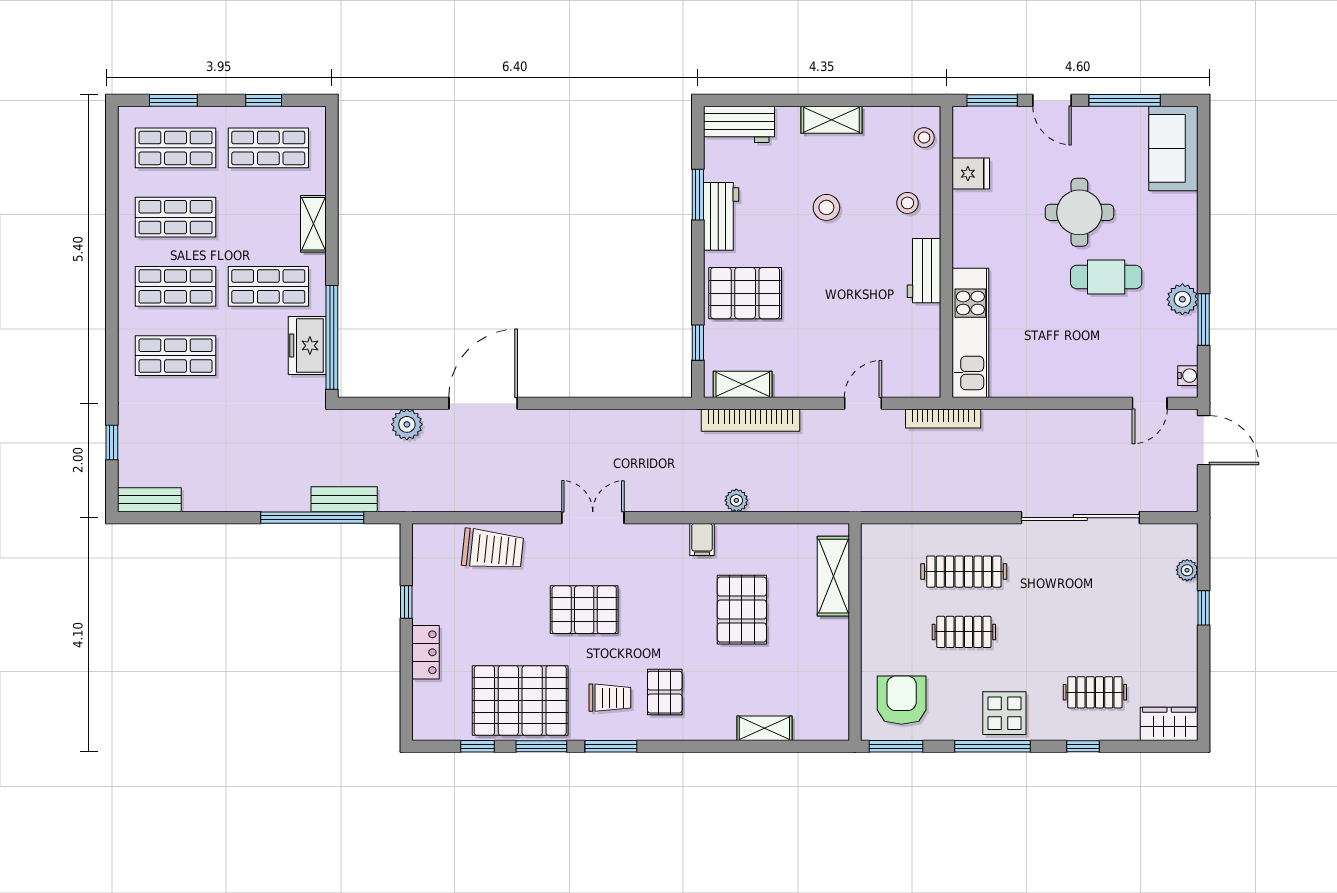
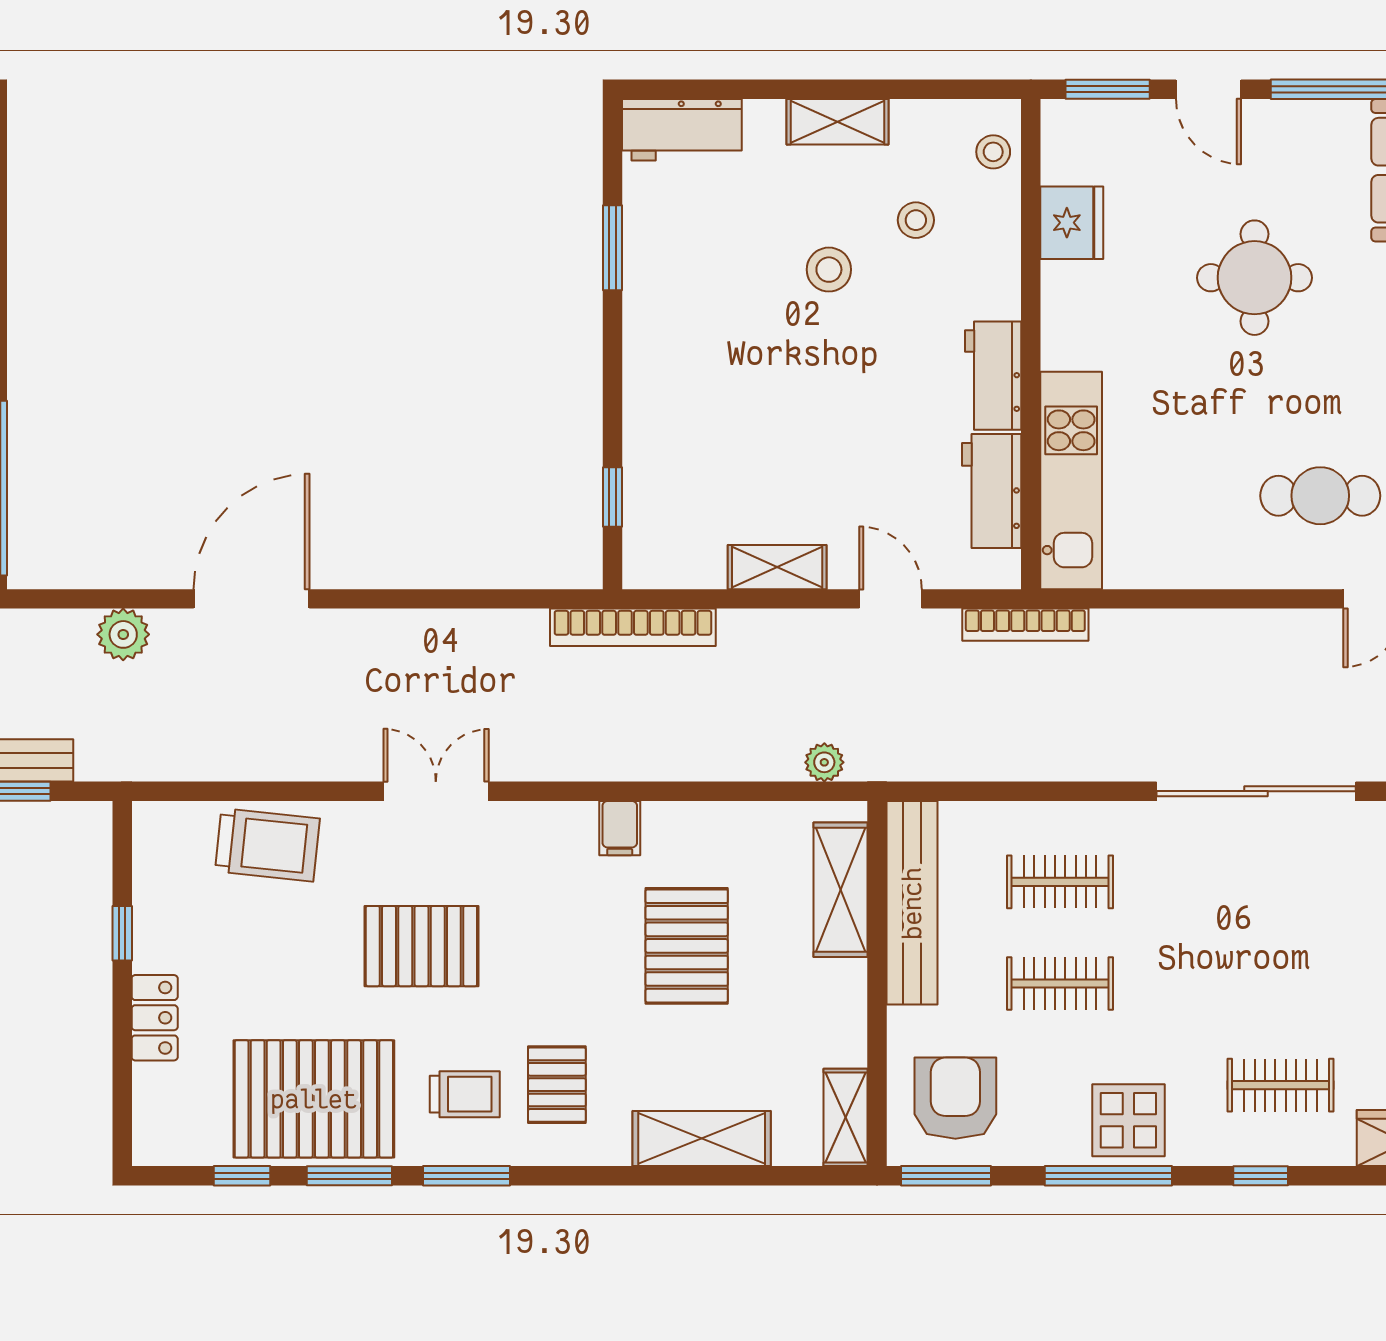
fridge: (971, 174) -> (1072, 223), width x1.38
stool: (908, 203) -> (916, 220), moved
workbench: (721, 216) -> (992, 491), moved, turned 180
cafe table: (1106, 277) -> (1320, 496), moved
pallet: (745, 293) -> (692, 414), removed
shelving: (743, 384) -> (777, 567), moved
door: (863, 403) -> (891, 599), hinge flipped
bookcase: (750, 420) -> (633, 627), moved
plant: (736, 500) -> (824, 762), moved
clothes rail: (964, 572) -> (1060, 882), width x0.73
bench: (876, 584) -> (912, 903), added
shelving: (836, 712) -> (845, 1117), added
shelving: (764, 728) -> (702, 1139), width x1.50, depth x1.33

